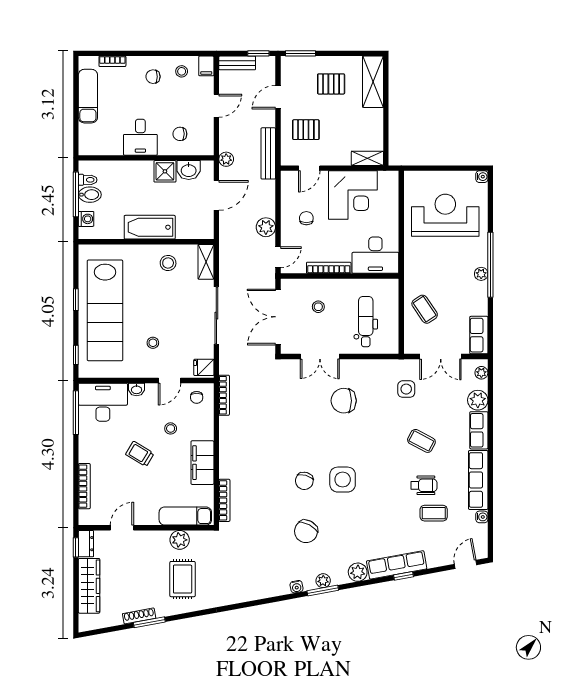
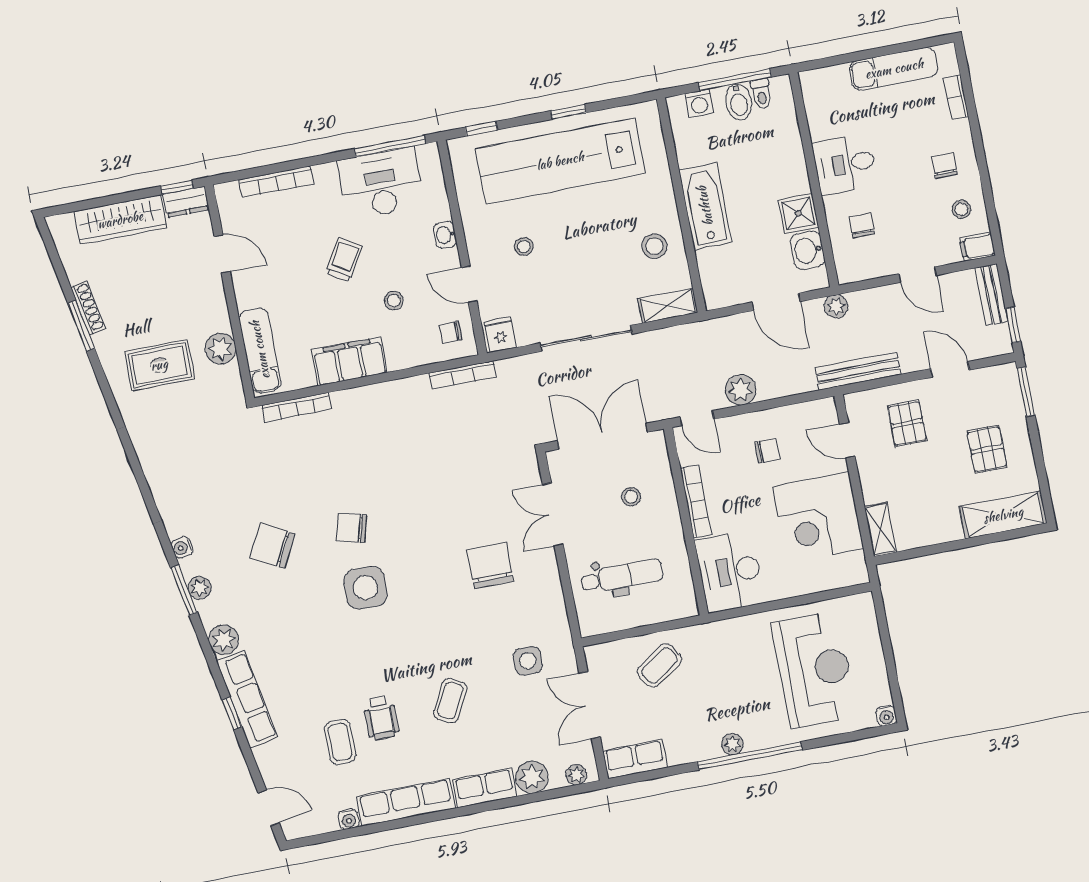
desk: (103, 402) -> (381, 184), moved, turned -90

